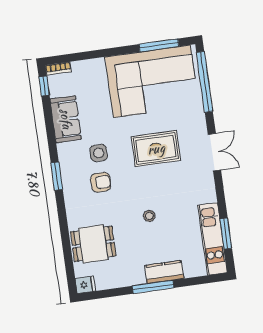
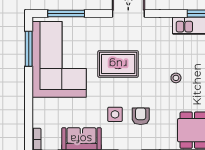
window: (205, 82) -> (66, 13), width x0.68
rug: (156, 149) -> (118, 64), turned 90

